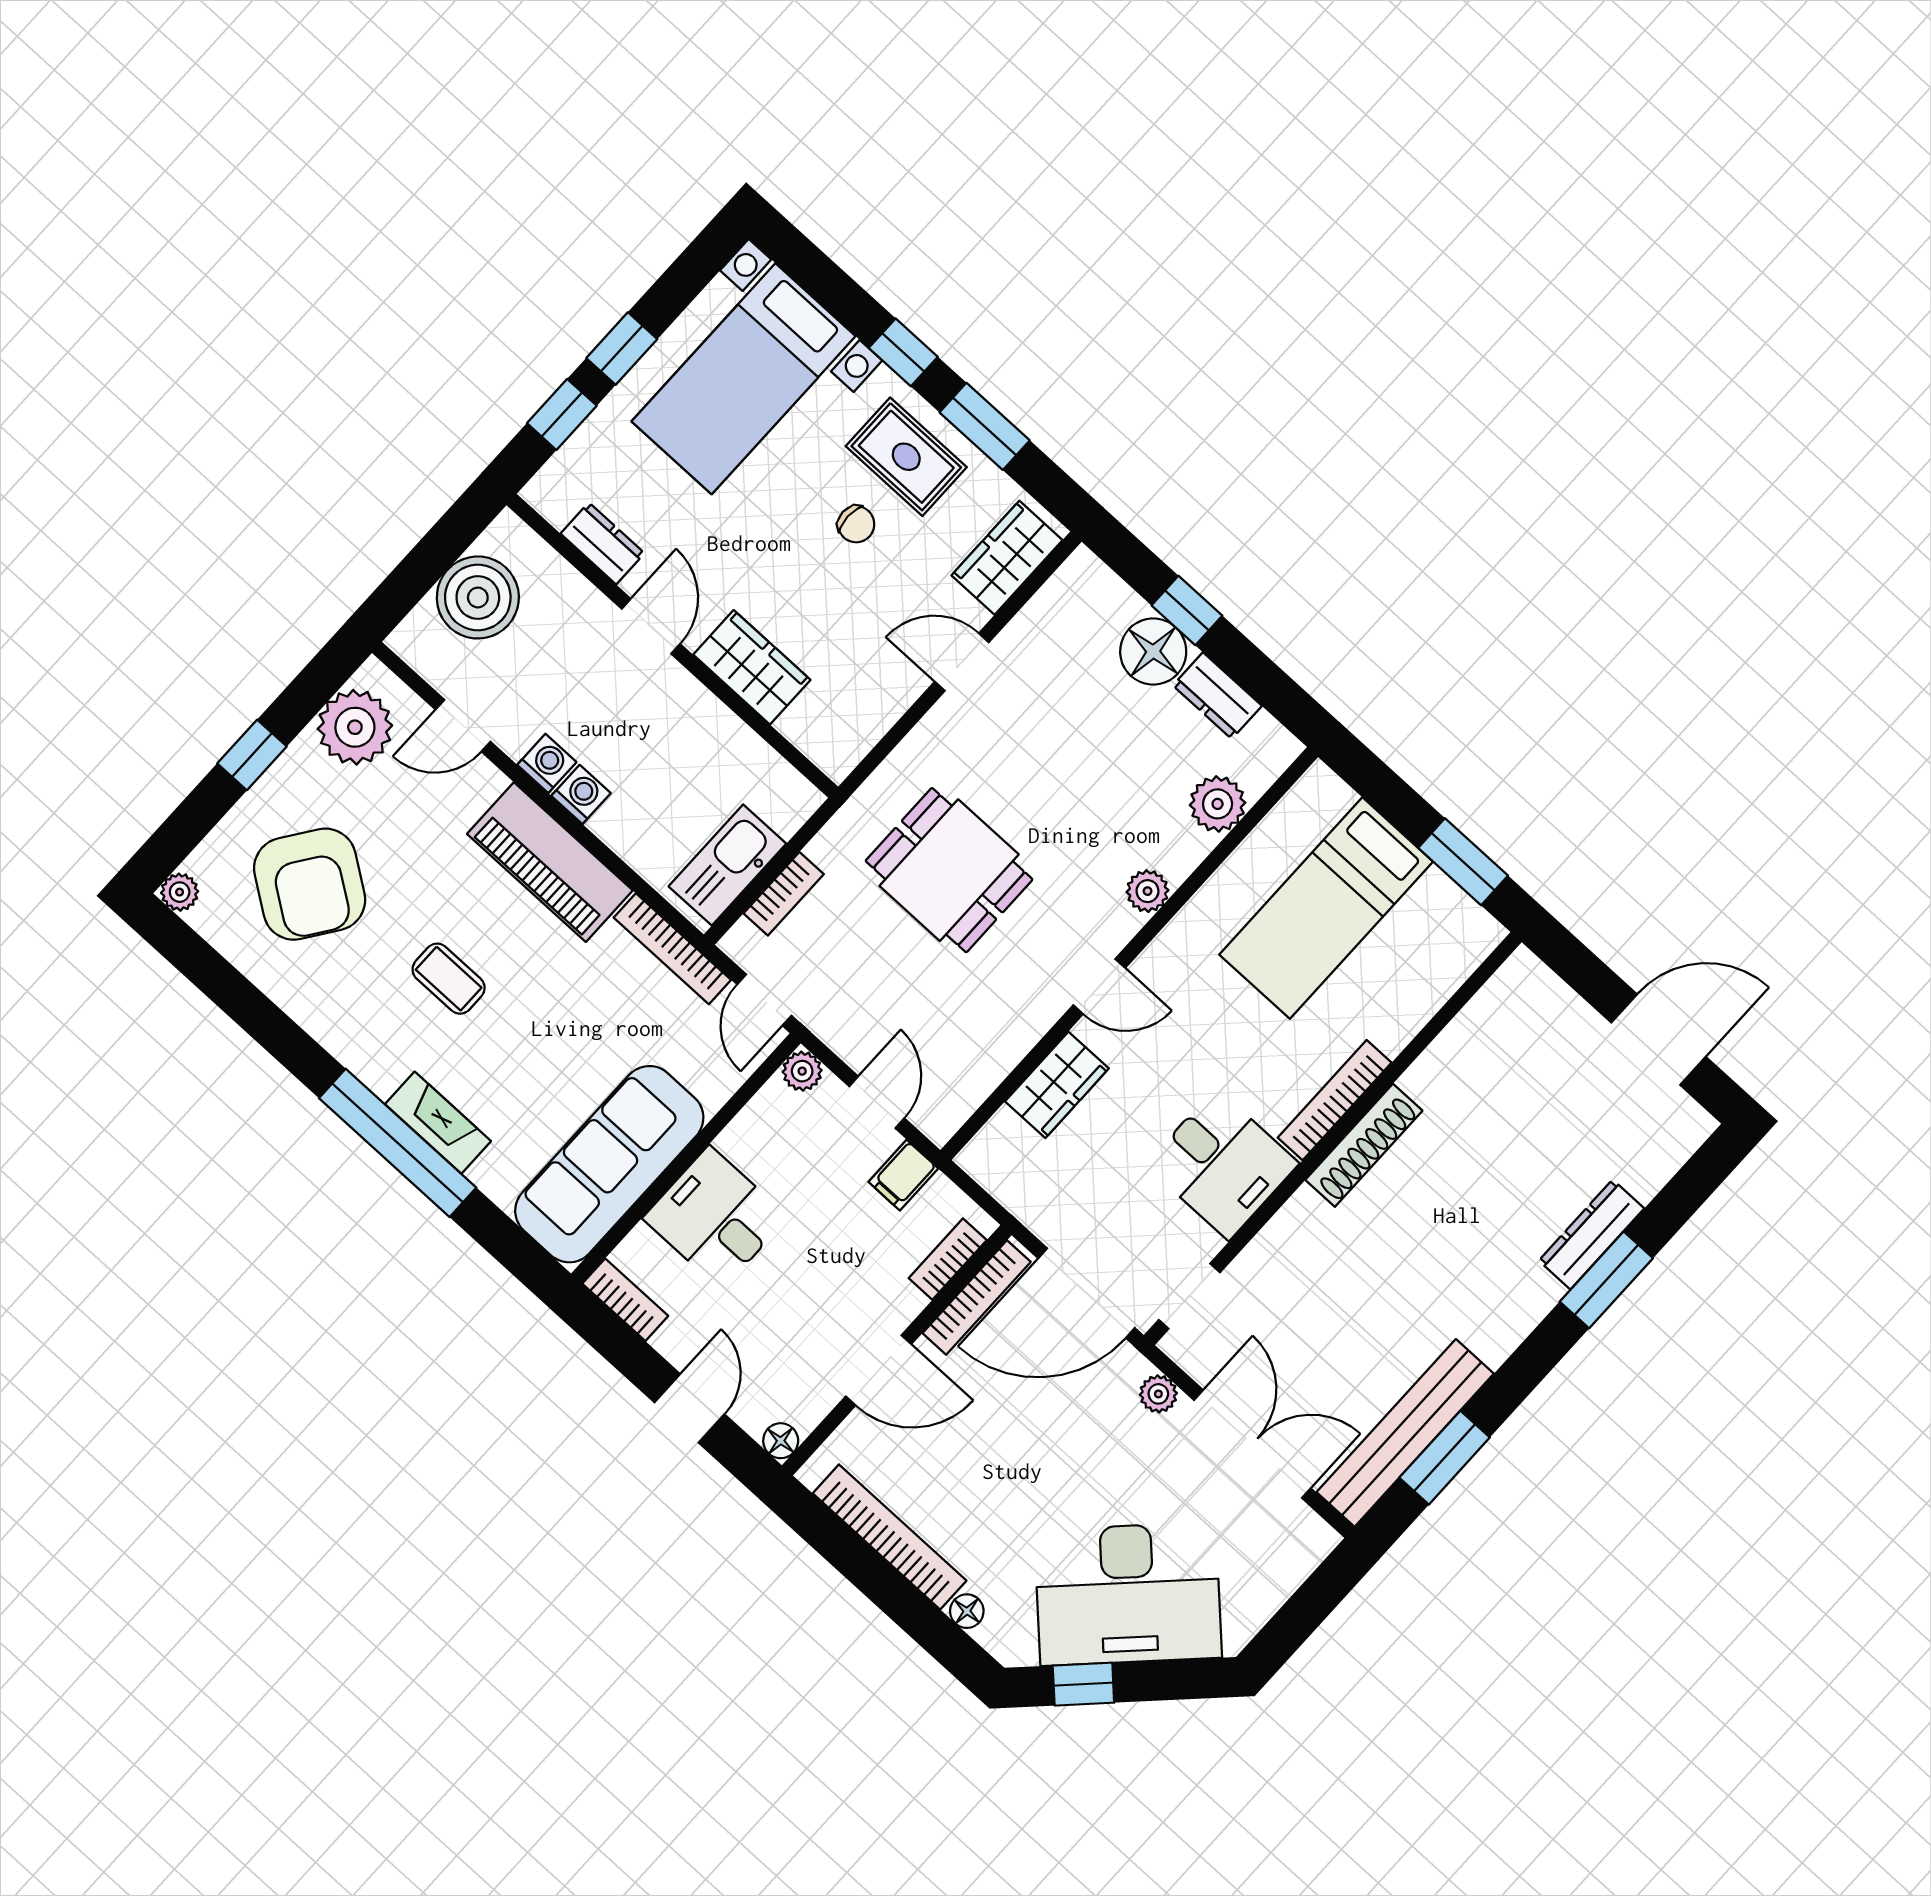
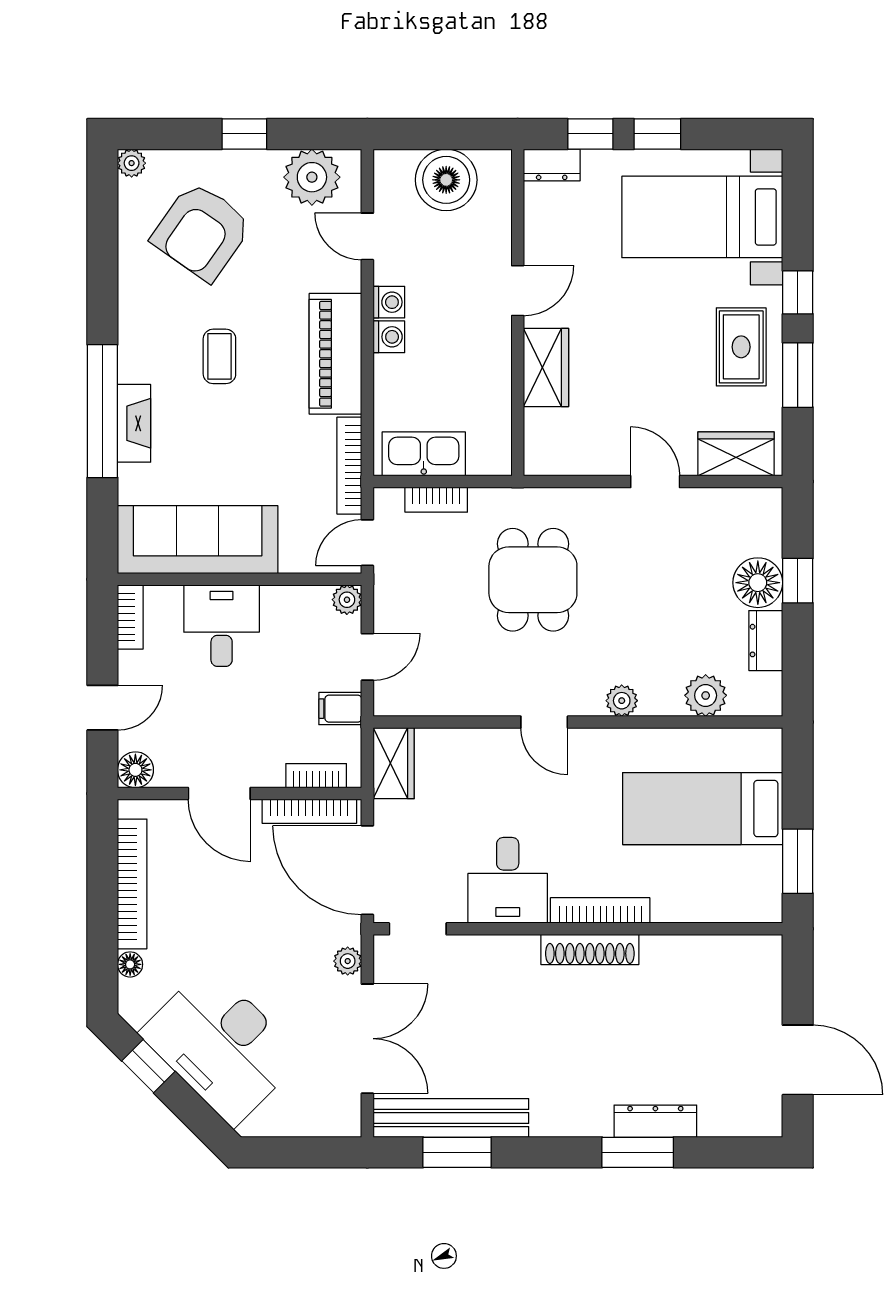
chair: (856, 524) -> (678, 353), removed
dresser: (603, 543) -> (552, 165), moved, turned 90
wardrobe: (1057, 1085) -> (394, 763), moved, turned -90
floor lamp: (781, 1441) -> (135, 770), width x1.37, depth x1.37

